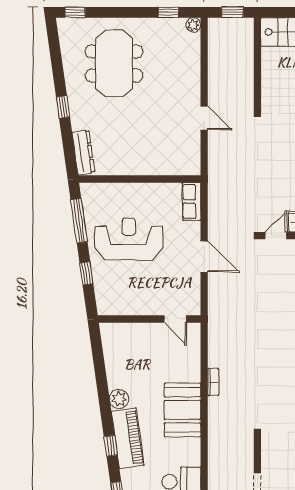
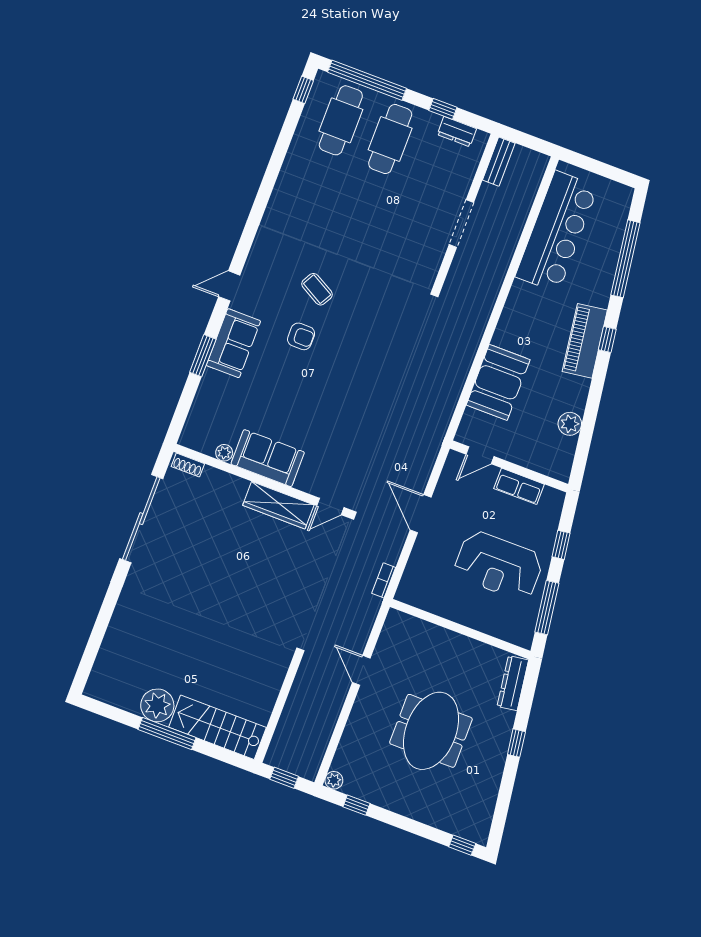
meeting table: (114, 63) -> (431, 731), moved
row of seats: (192, 201) -> (519, 486), moved, turned 90
door: (175, 319) -> (480, 455), swing flipped
bookcase: (213, 382) -> (384, 580), moved
plant: (119, 399) -> (570, 424), moved
booth: (183, 410) -> (498, 382), moved

